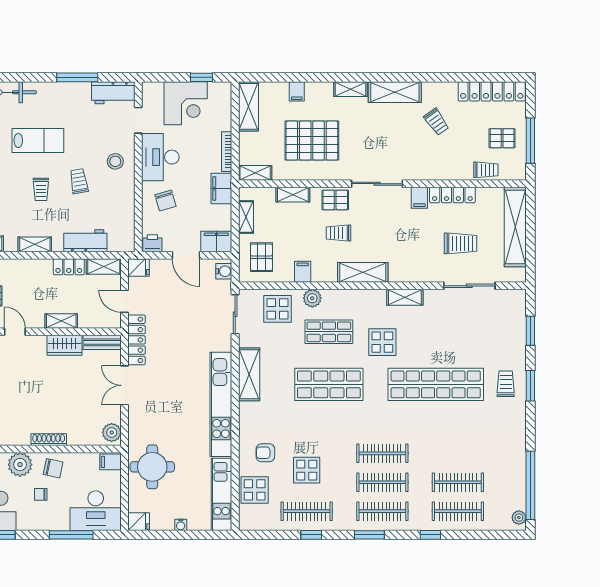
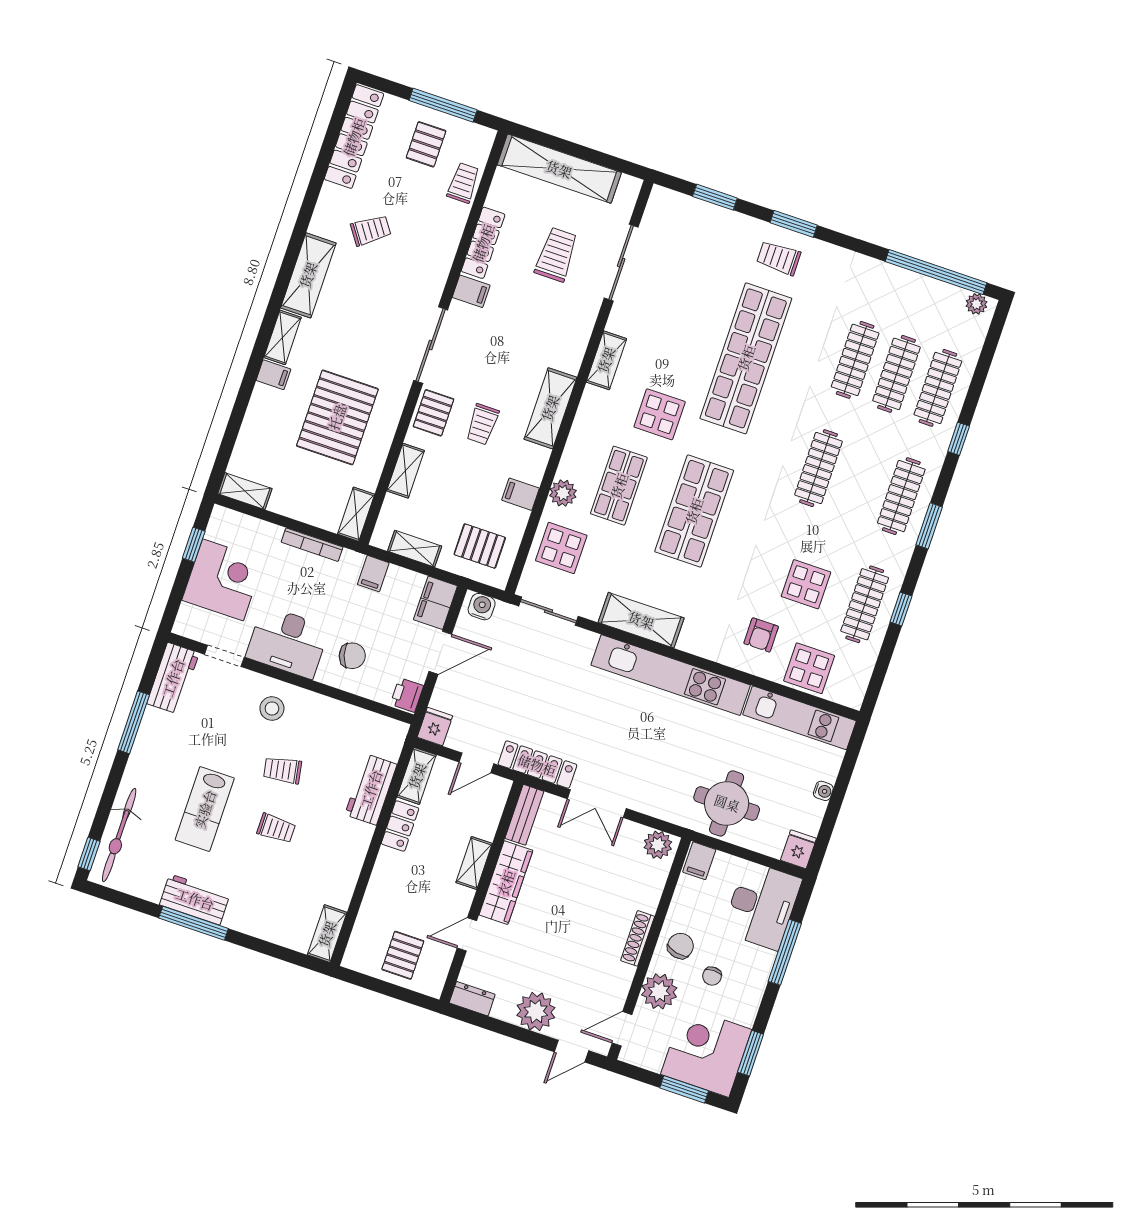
filing cabinet: (297, 91) -> (273, 375), moved
shelving: (248, 106) -> (245, 491), width x0.67, depth x0.75
lab bench: (38, 140) -> (205, 809), turned 180
filing cabinet: (221, 189) -> (373, 574), width x0.50
shelving: (35, 244) -> (352, 864), removed
wardrobe: (64, 345) -> (506, 883), width x1.50
clothes rail: (382, 482) -> (855, 360), moved

